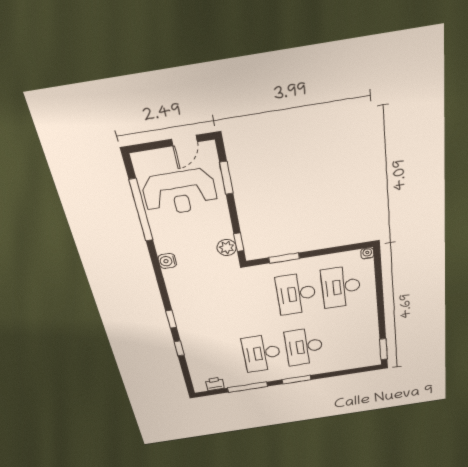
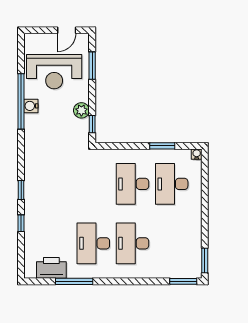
window: (141, 210) -> (21, 101), moved
plant: (227, 248) -> (81, 110), moved
window: (284, 258) -> (162, 146), moved
water cooler: (167, 261) -> (31, 106), moved
window: (297, 380) -> (183, 281), moved
printer: (215, 384) -> (51, 268), width x1.87, depth x1.48

